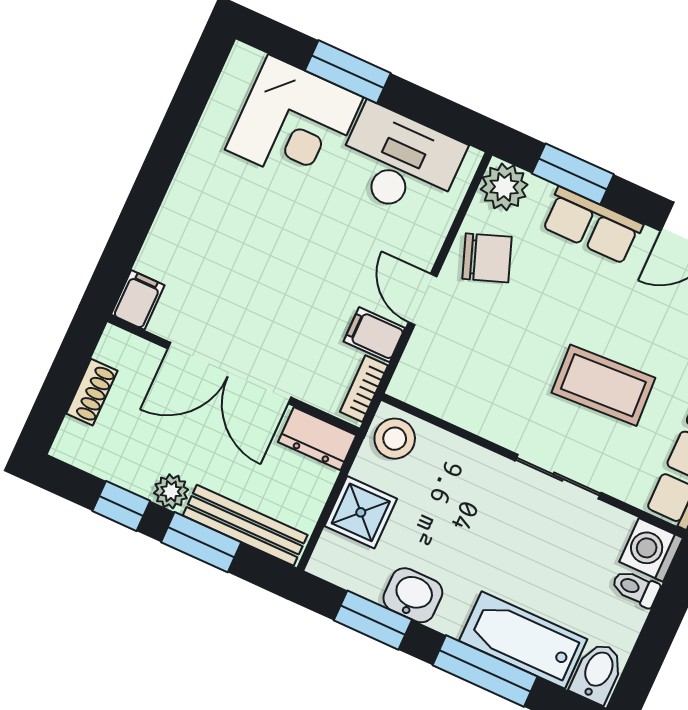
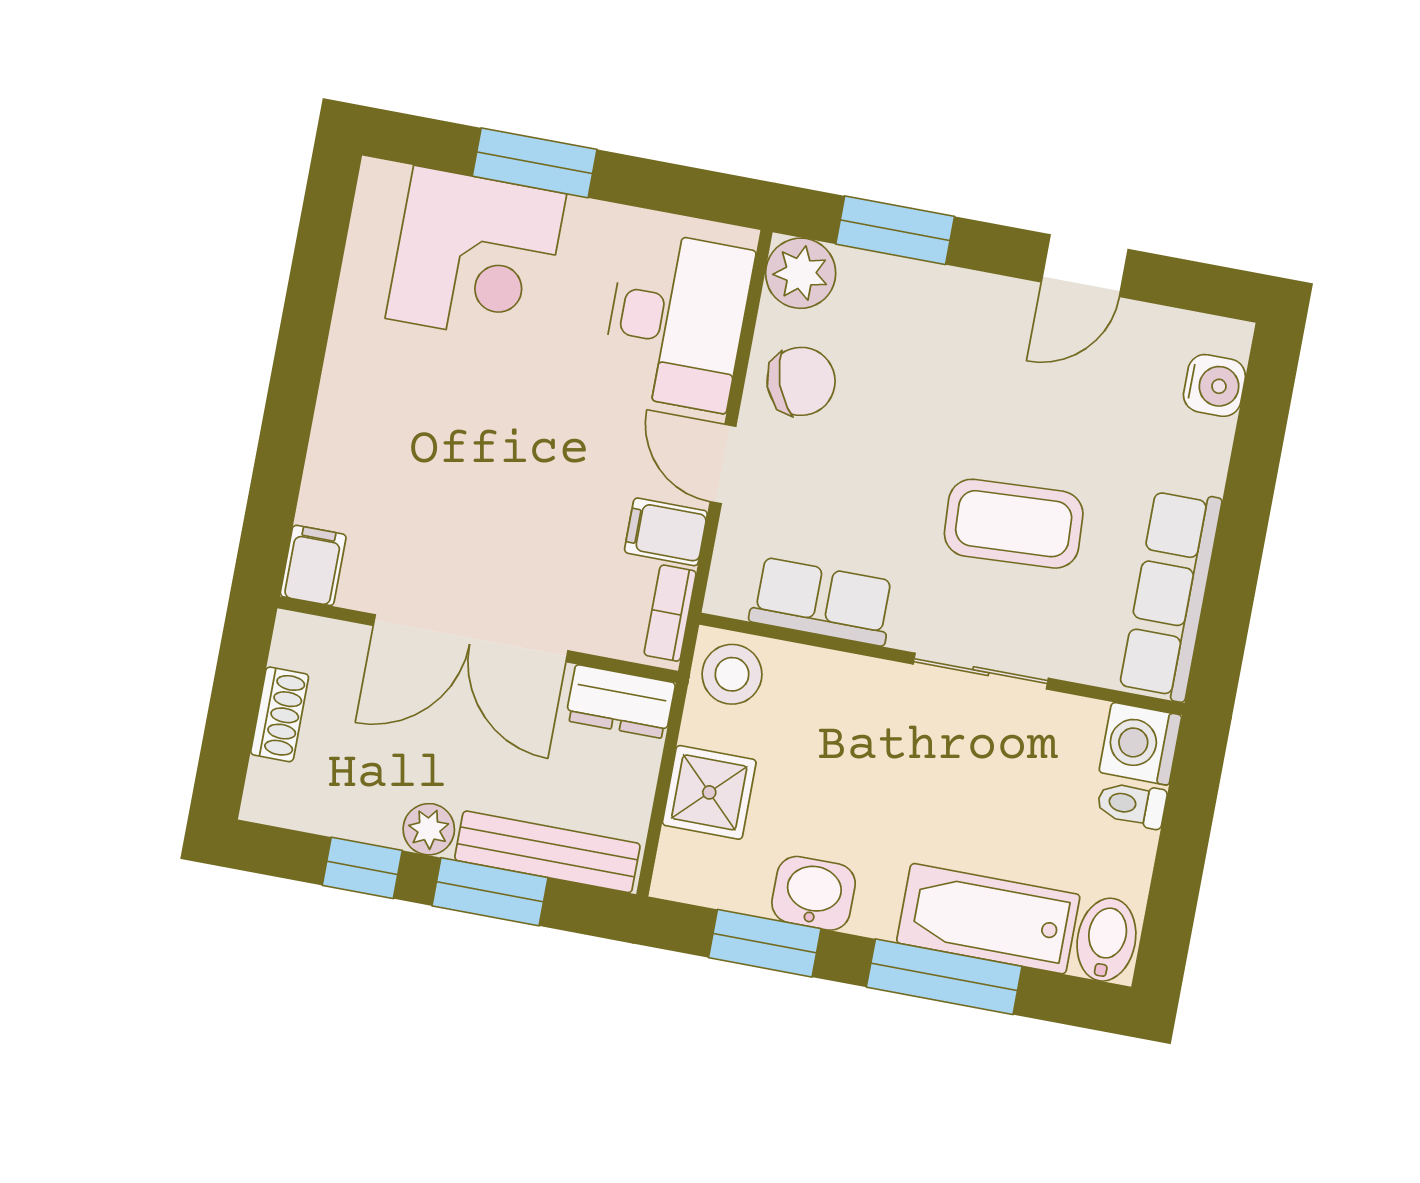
desk: (400, 162) -> (677, 321), moved, turned 90
row of seats: (592, 225) -> (822, 601), moved, turned 180

